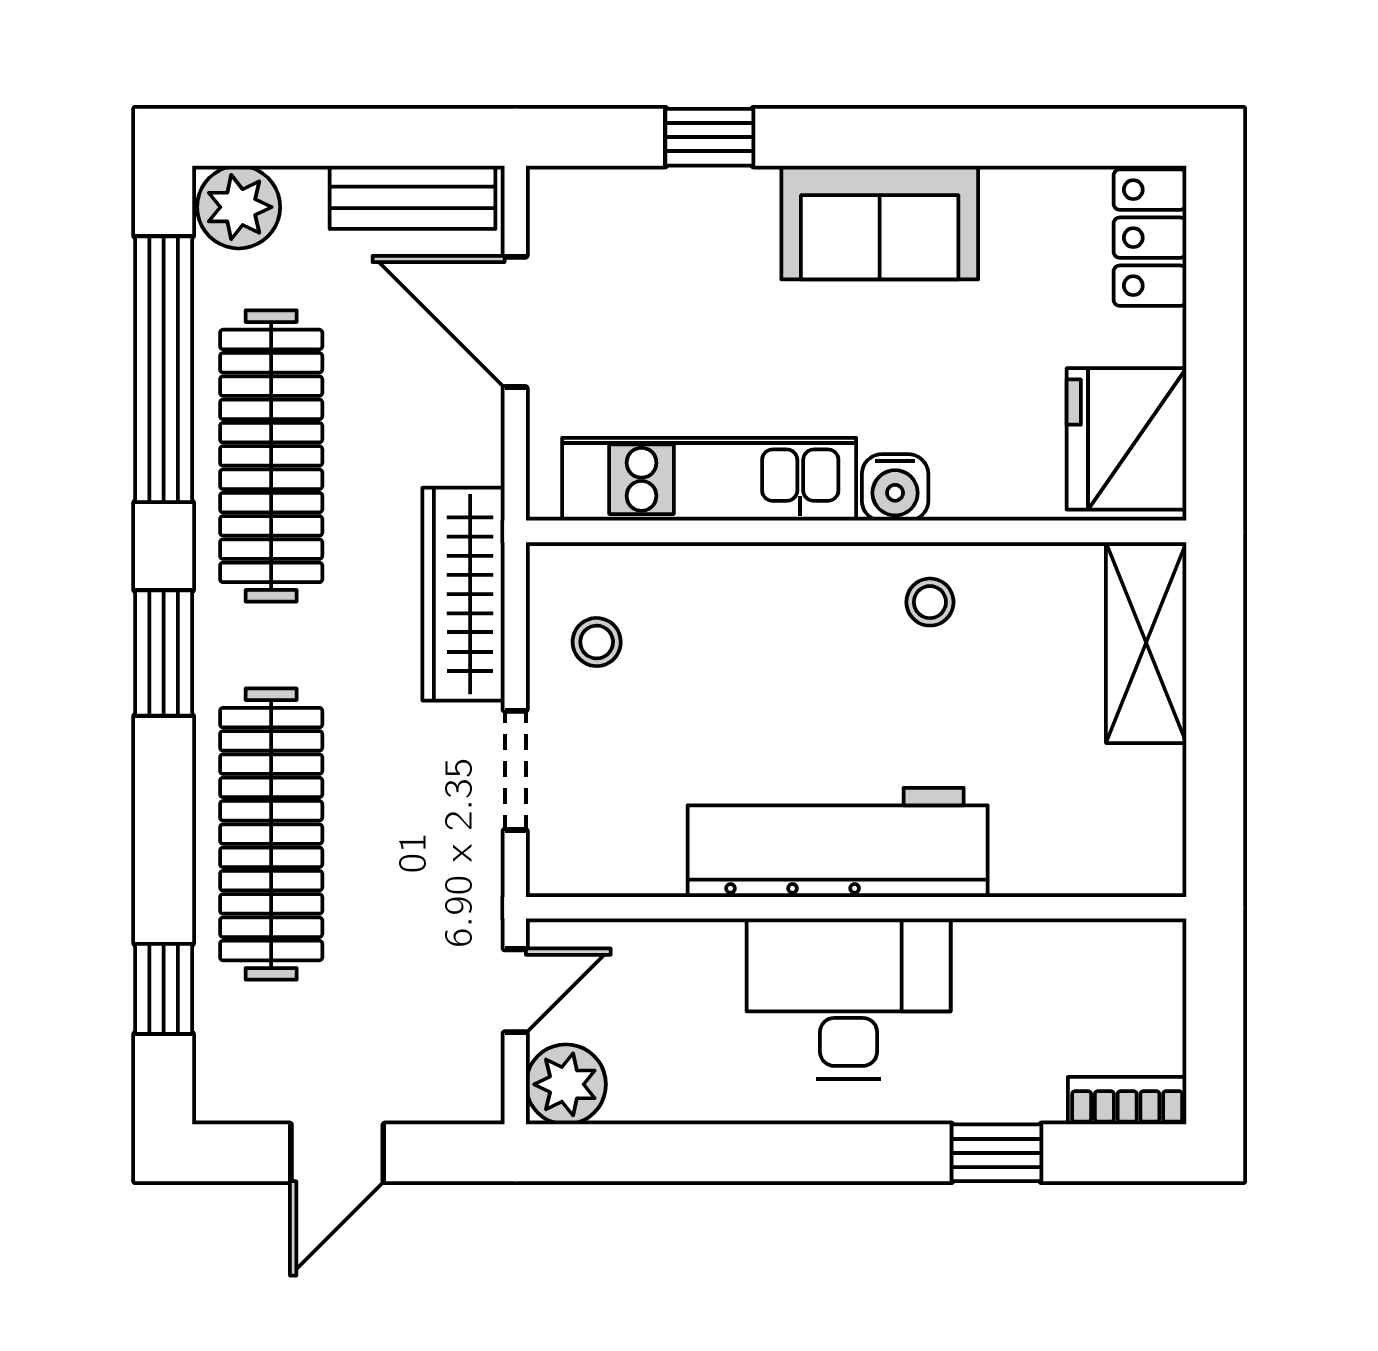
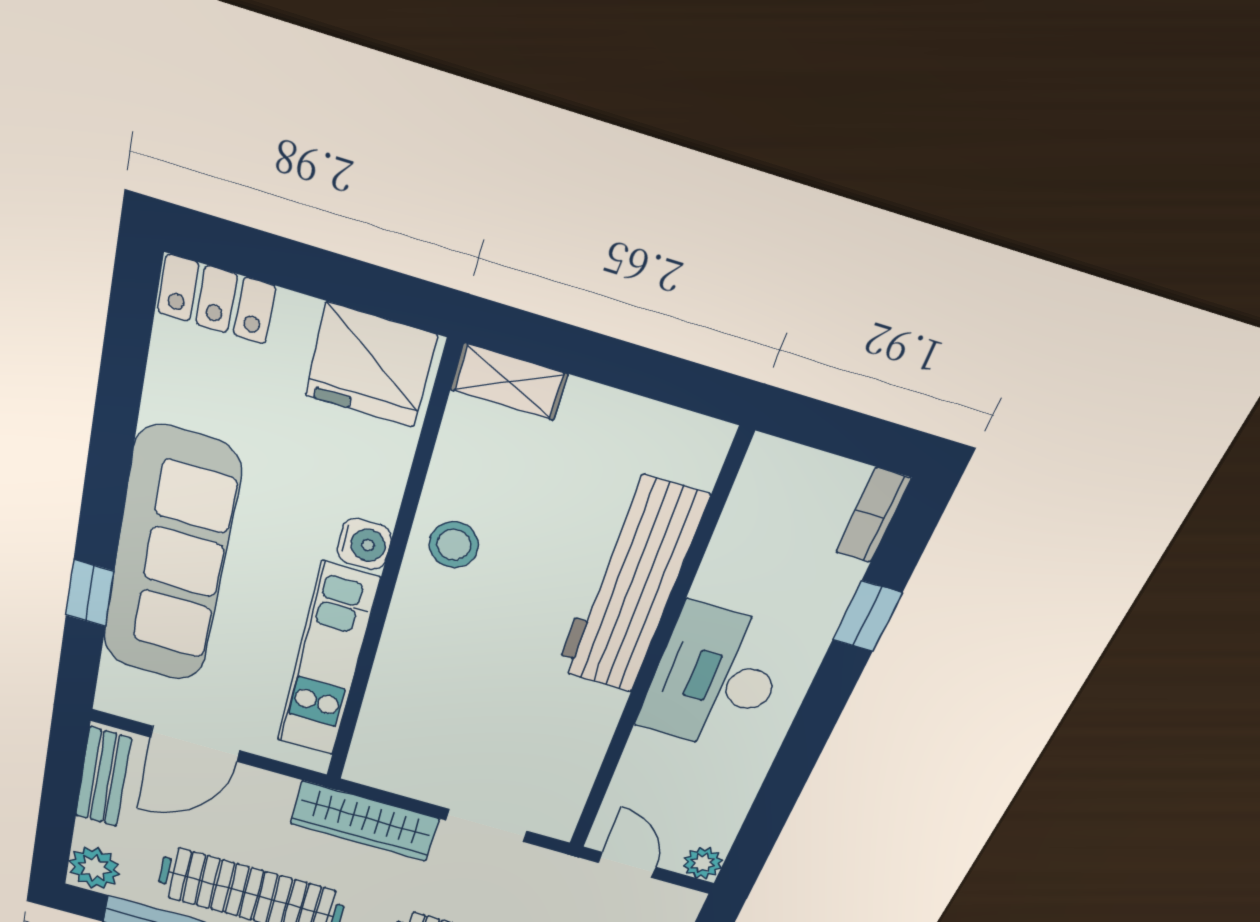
sofa: (880, 223) -> (170, 558), width x1.85, depth x1.27
stool: (930, 602) -> (454, 545), width x1.37, depth x1.37
stool: (597, 642) -> (418, 758), removed
shelving: (1146, 643) -> (509, 382), width x0.67, depth x0.75
workbench: (838, 842) -> (630, 586), moved
plant: (566, 1084) -> (703, 863), width x0.73, depth x0.73

